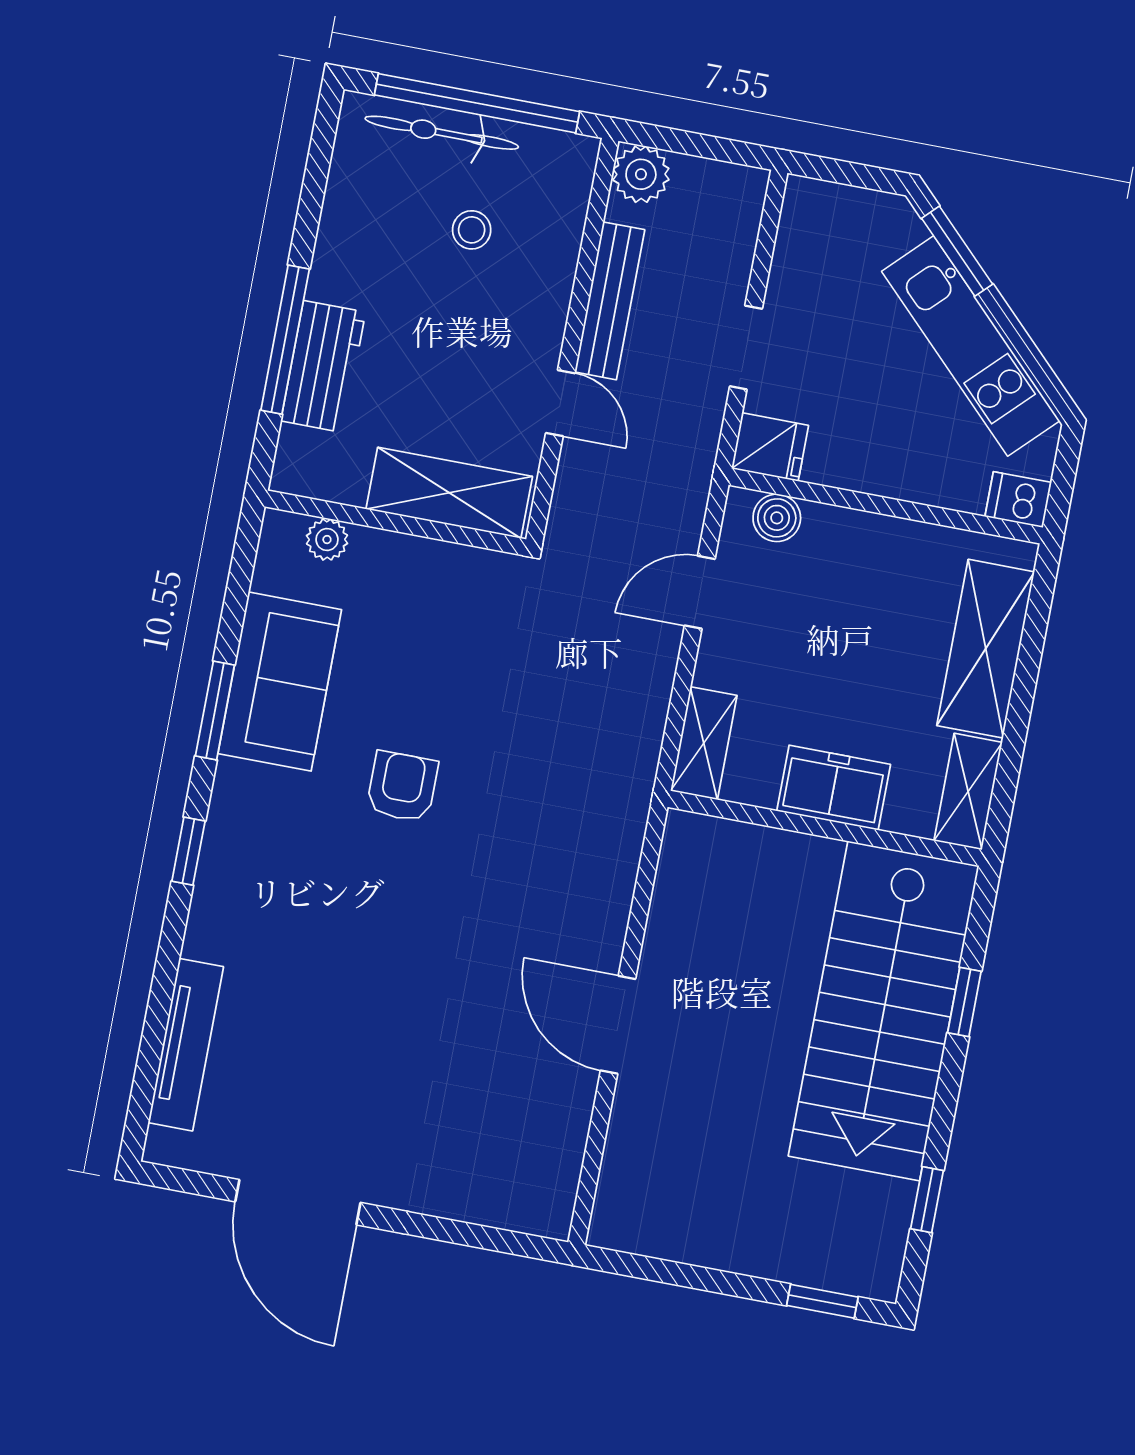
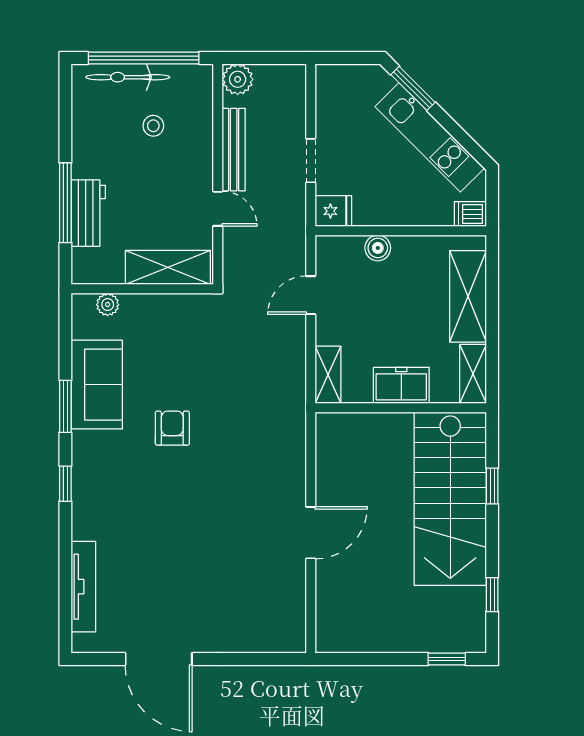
boiler: (777, 518) -> (378, 248), moved
door: (618, 1025) -> (311, 533), swing flipped

